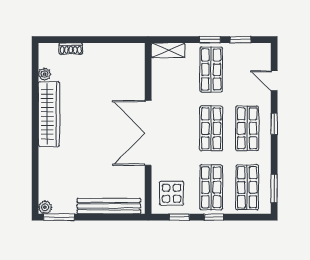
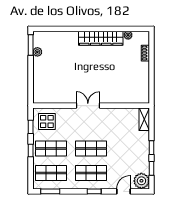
plant: (259, 54) -> (141, 181), added
shop shelf: (211, 69) -> (131, 148), removed
double door: (148, 133) -> (88, 106), width x0.54
bench: (109, 206) -> (38, 79), removed
plant: (45, 207) -> (37, 52), moved

